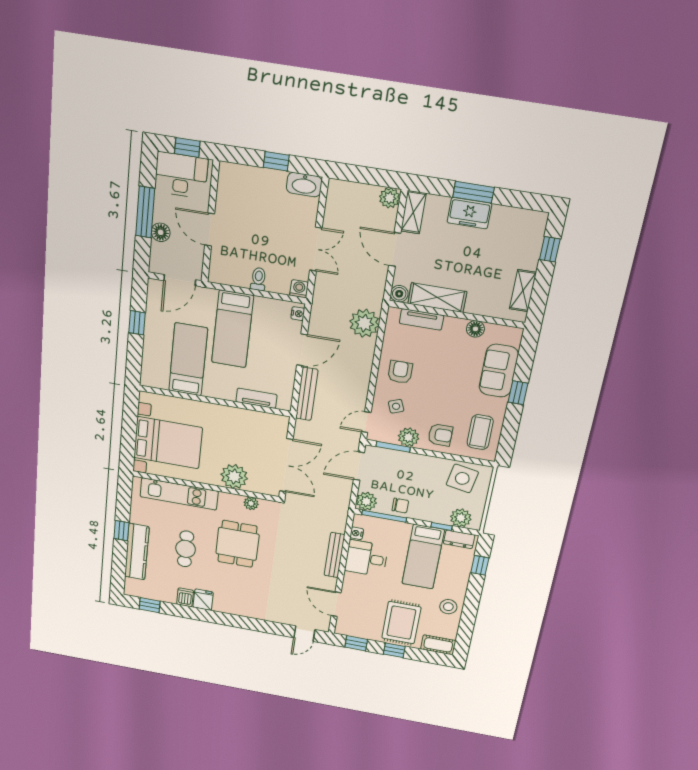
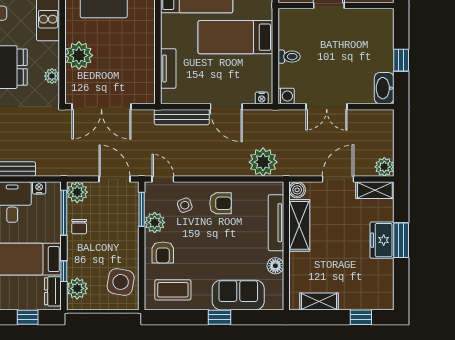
tv unit: (421, 319) -> (276, 223), width x1.41

